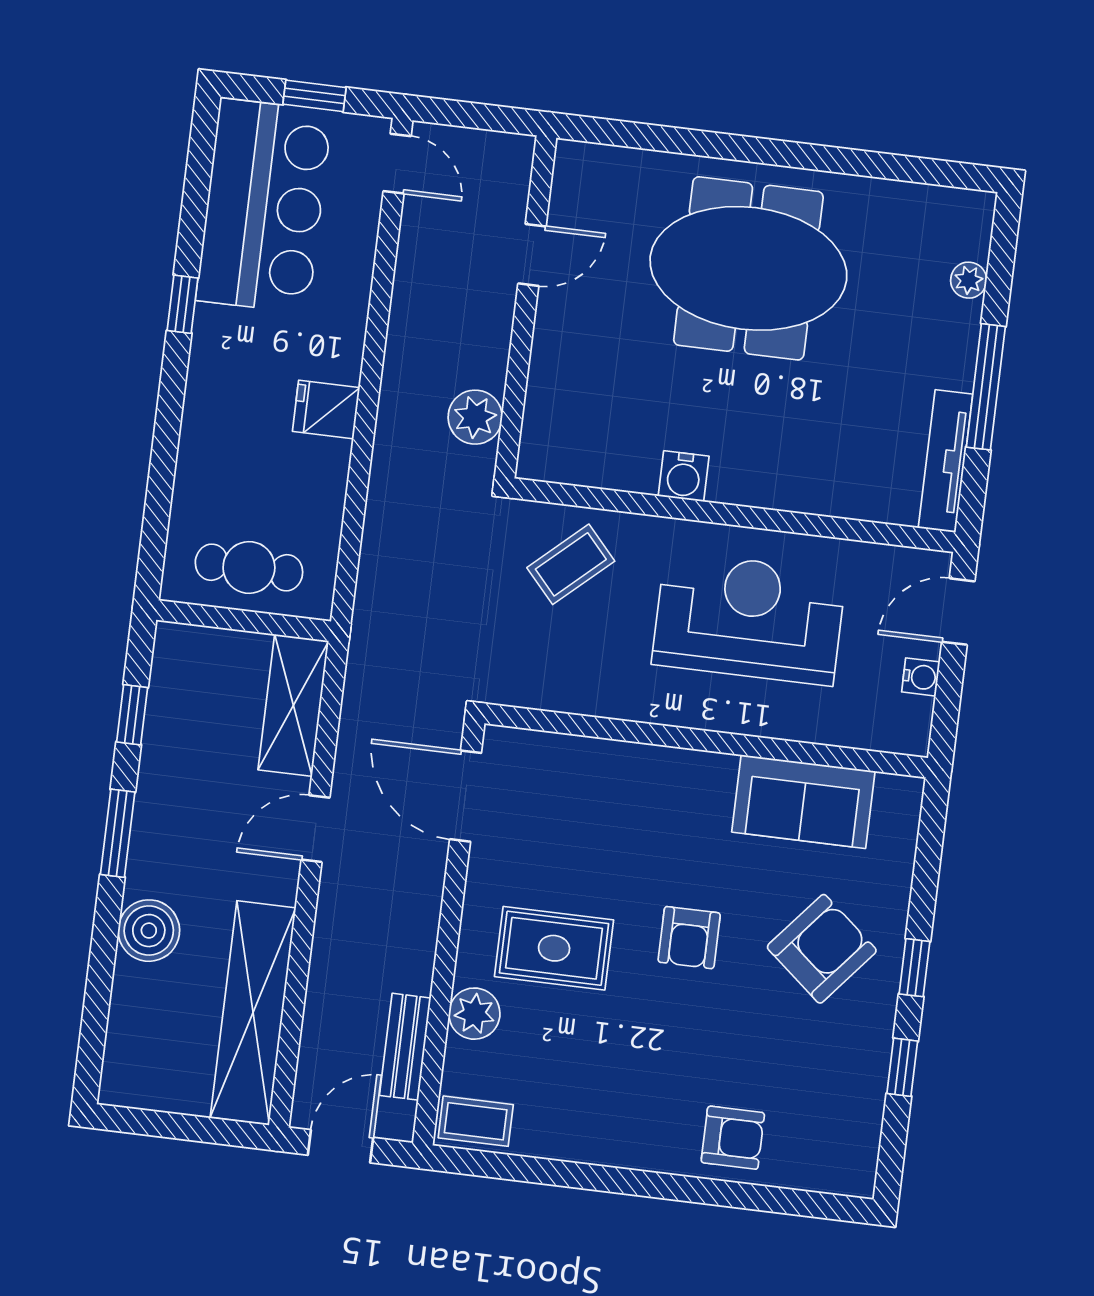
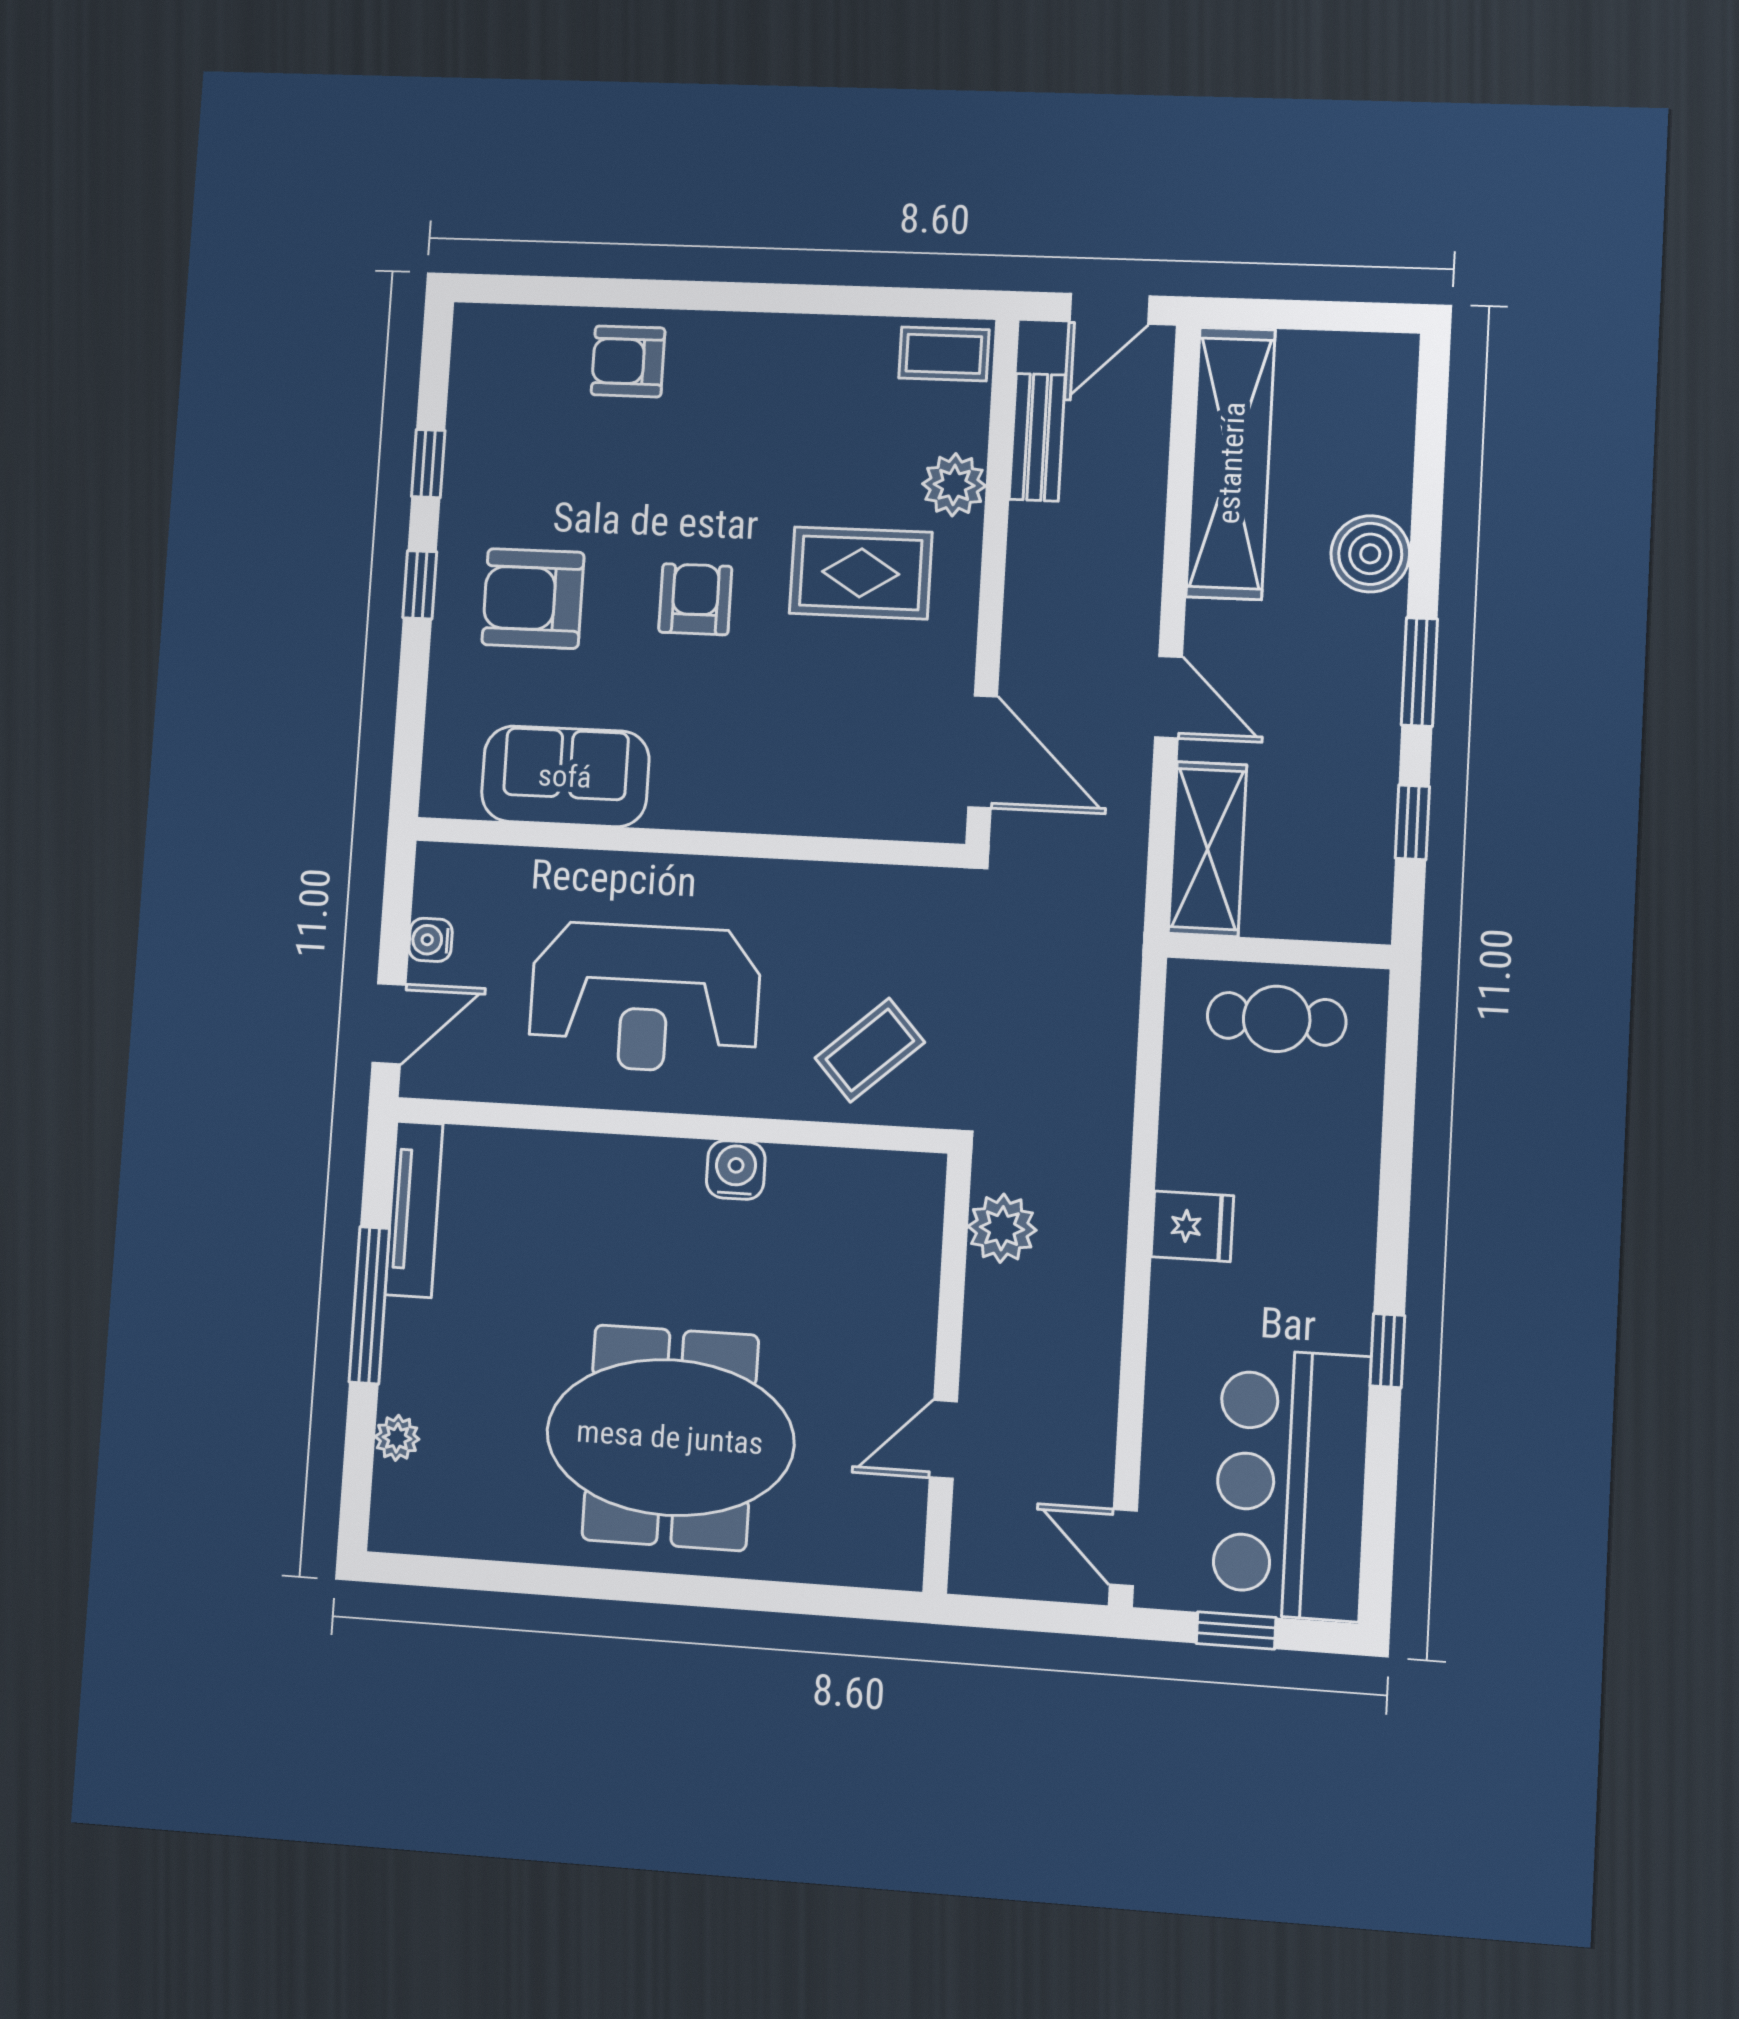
door: (315, 829) -> (1168, 697), hinge flipped
armchair: (822, 949) -> (533, 599), turned 50

